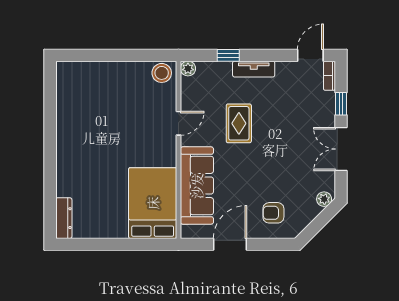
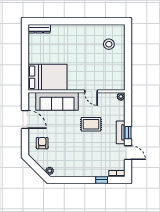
window: (228, 55) -> (128, 133), moved
door: (310, 55) -> (128, 153), moved
stool: (162, 73) -> (109, 44), moved
double door: (341, 149) -> (77, 180), removed

